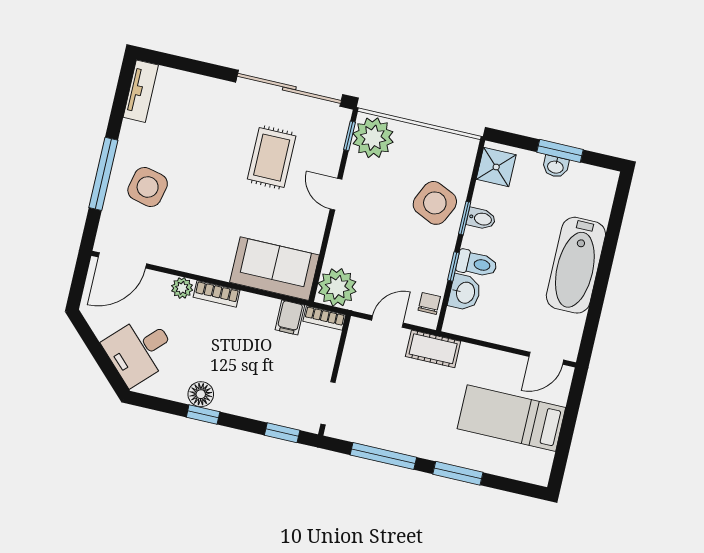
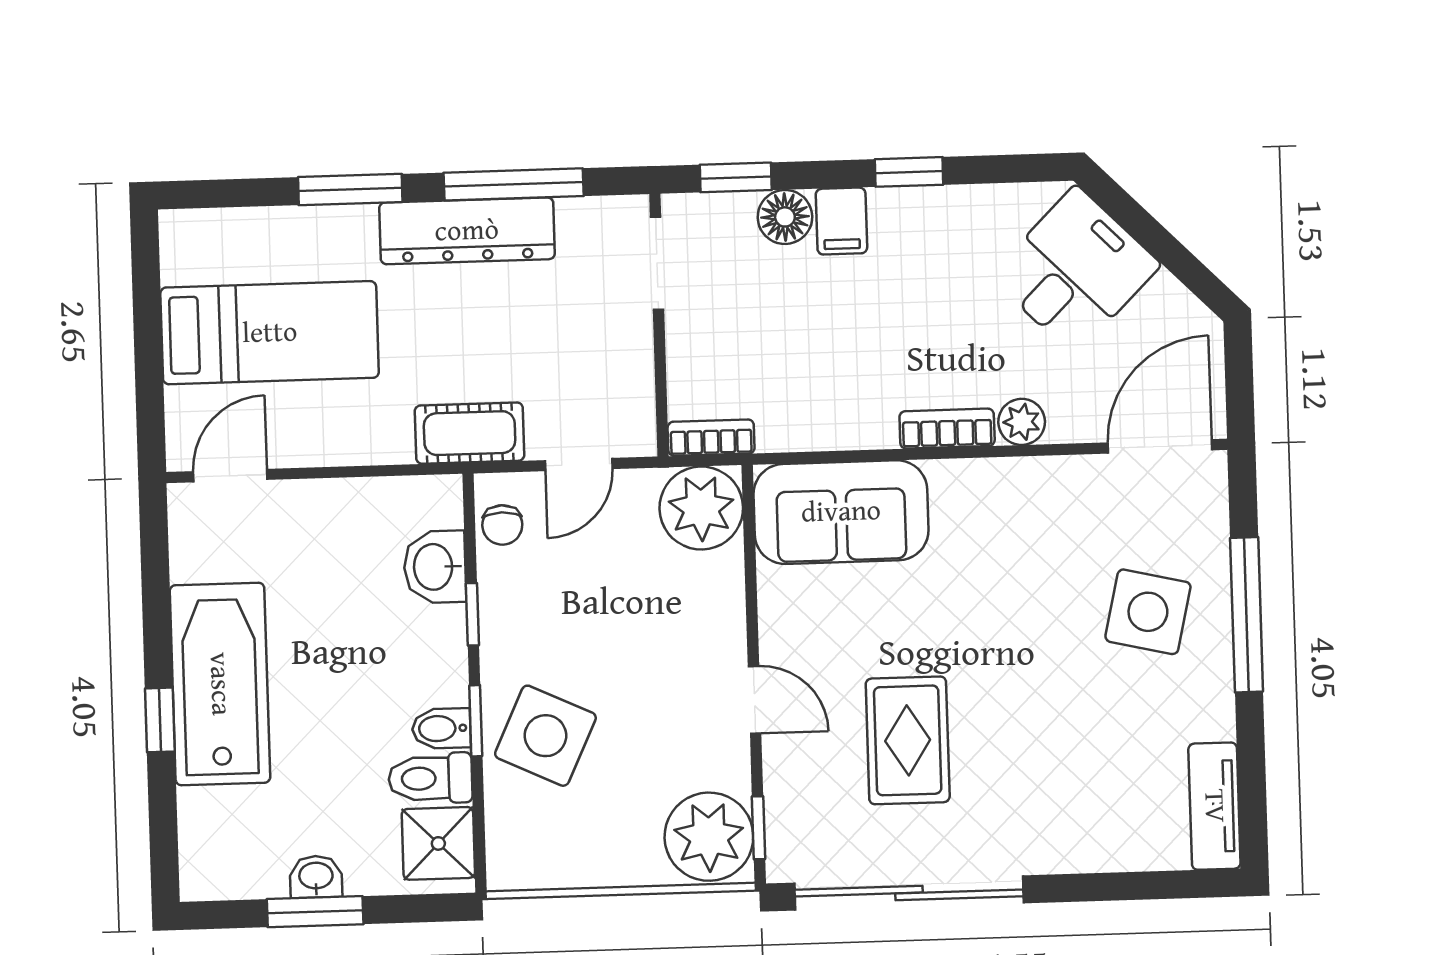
window: (607, 256) -> (160, 720), added
toilet: (477, 264) -> (430, 778), moved
filing cabinet: (290, 318) -> (841, 221), moved, turned 180
floor lamp: (201, 394) -> (785, 217), moved
dresser: (410, 441) -> (467, 231), added

